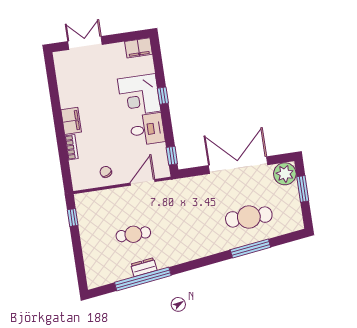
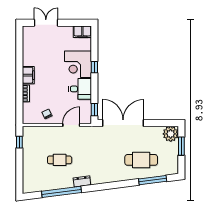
double door: (238, 165) -> (123, 123), moved
window: (250, 249) -> (153, 180), moved
dresser: (144, 267) -> (82, 181), moved

